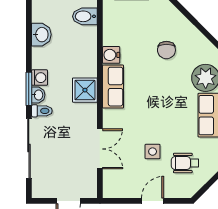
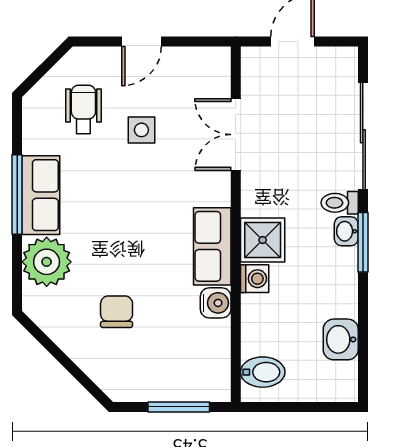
washing machine: (39, 78) -> (255, 279), moved, turned 180
wheelchair: (185, 163) -> (83, 109), turned -90

